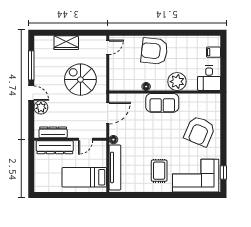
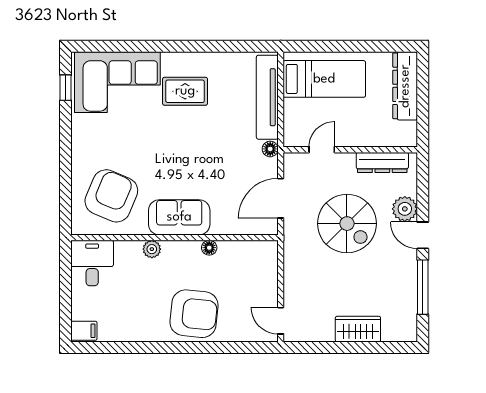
door: (108, 47) -> (281, 321), hinge flipped
filing cabinet: (214, 52) -> (84, 331), moved
spiral stairs: (80, 80) -> (347, 224), moved
plant: (177, 82) -> (152, 249), width x0.53, depth x0.53
armchair: (200, 131) -> (111, 196), moved
dresser: (55, 147) -> (405, 86), moved, turned -90
rug: (159, 171) -> (185, 91), turned 90

